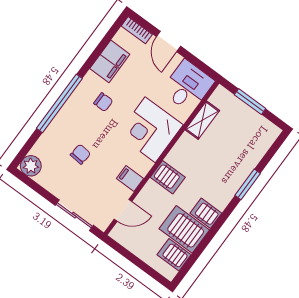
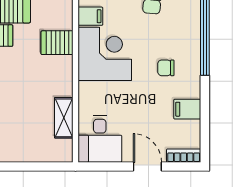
filing cabinet: (110, 61) -> (187, 109), width x0.50
window: (250, 102) -> (33, 167), removed
corner desk: (150, 130) -> (105, 54), moved

